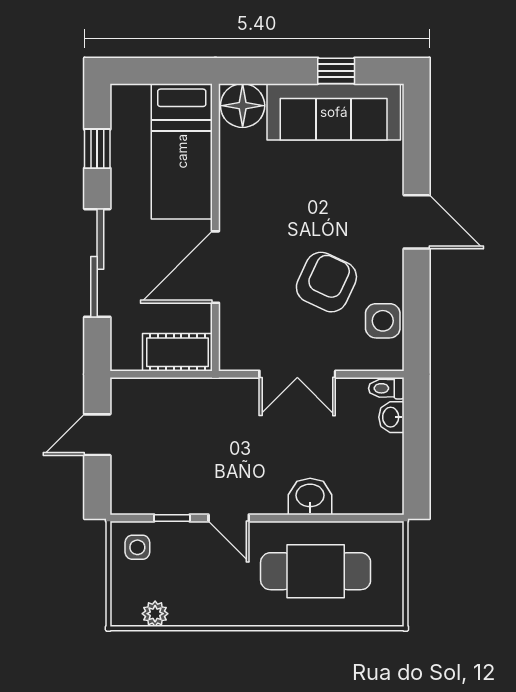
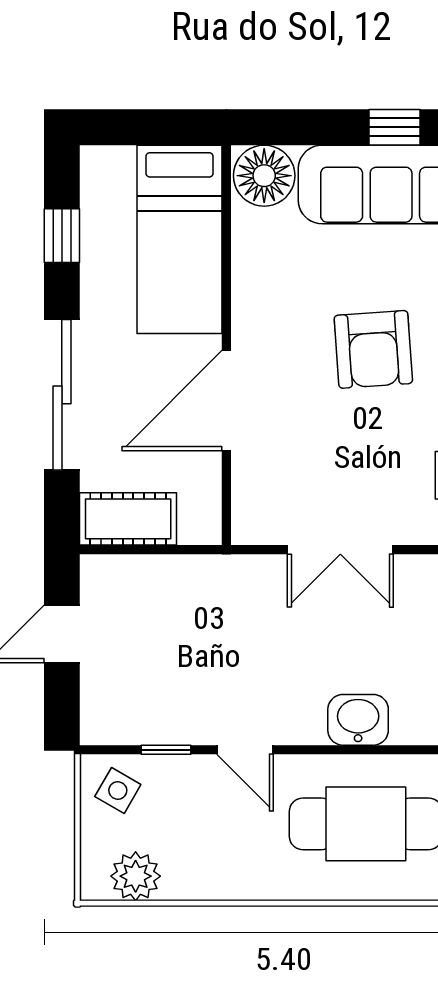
armchair: (326, 282) -> (373, 349), moved, turned 151
cot: (177, 352) -> (128, 519), moved
side table: (137, 547) -> (118, 791), turned 30
plant: (155, 614) -> (136, 876), width x1.38, depth x1.38

